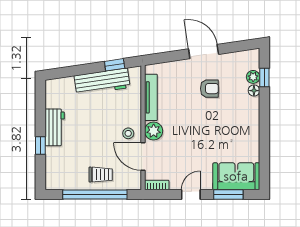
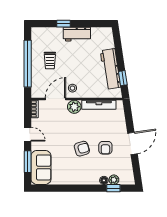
armchair: (211, 121) -> (82, 149), added
trolley: (101, 175) -> (50, 60), moved

